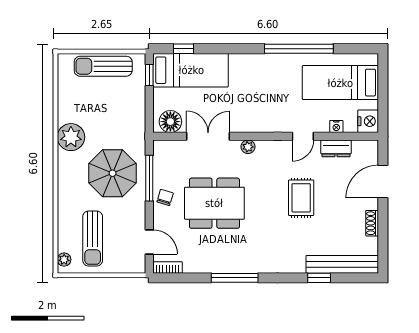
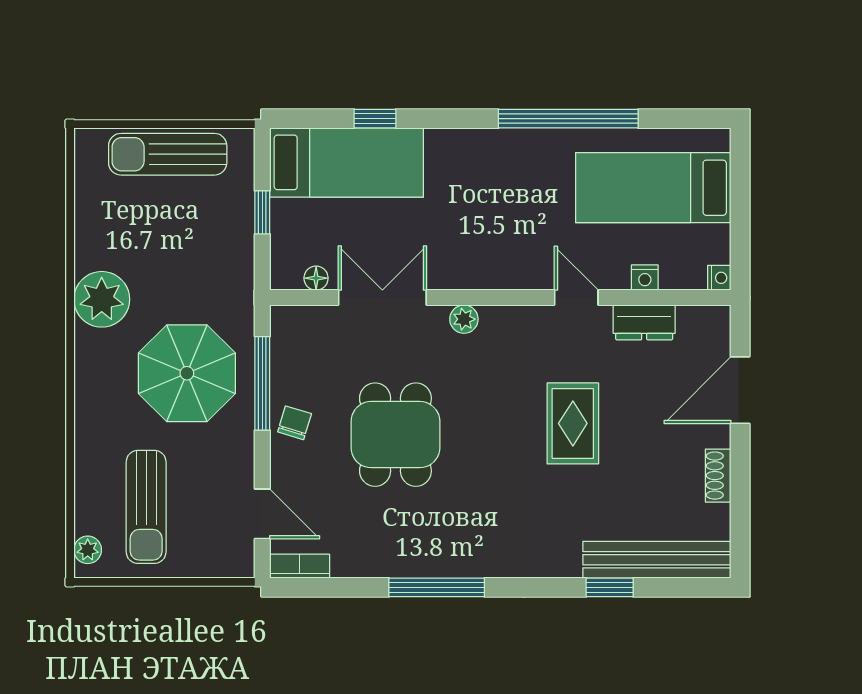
window: (184, 49) -> (375, 119), moved
window: (149, 75) -> (262, 212), moved
nightstand: (368, 121) -> (719, 278), width x0.53, depth x0.56
floor lamp: (170, 122) -> (316, 278), width x0.53, depth x0.53
door: (303, 136) -> (576, 298), swing flipped
dining table: (214, 203) -> (395, 435), width x0.73

